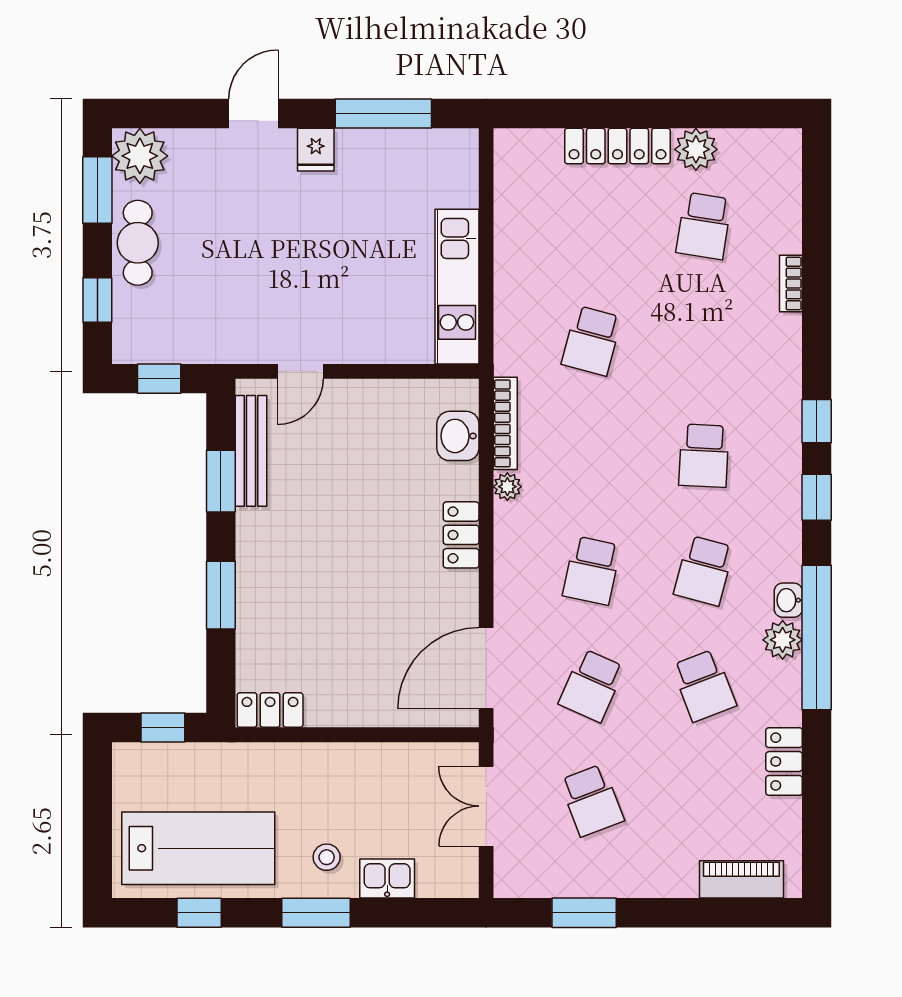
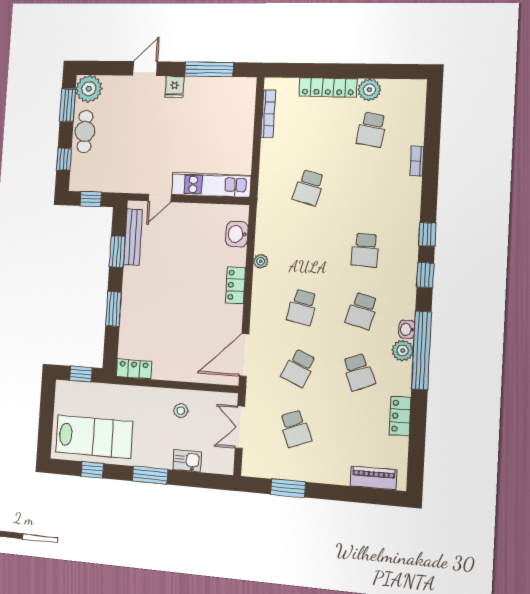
kitchen unit: (457, 287) -> (211, 185), moved, turned 90
bookcase: (505, 423) -> (268, 114), moved
stool: (327, 857) -> (181, 411), moved

